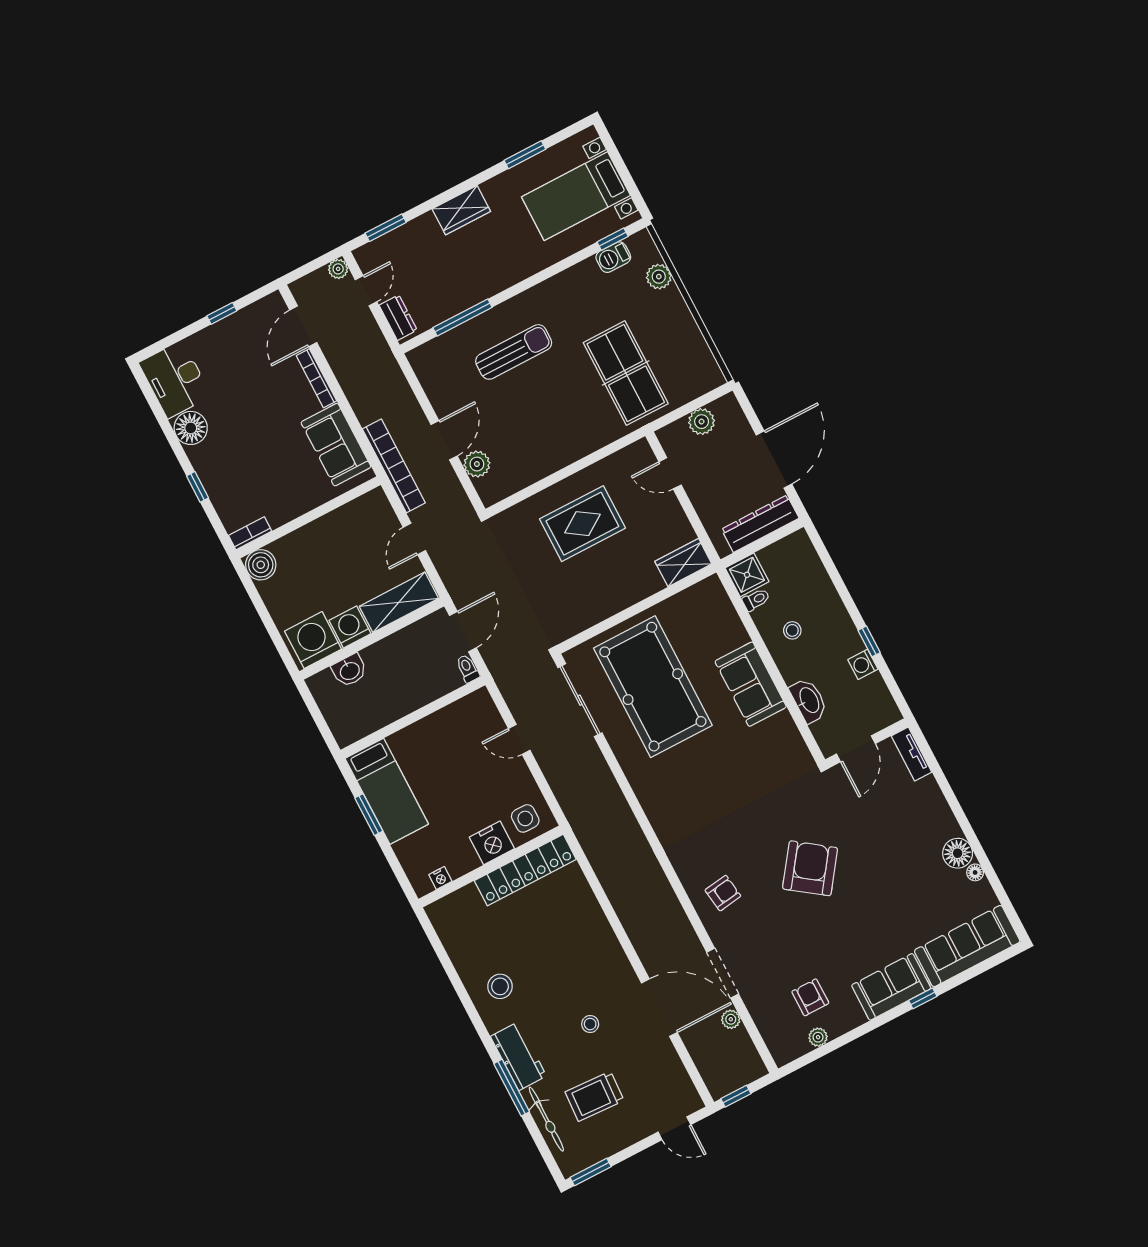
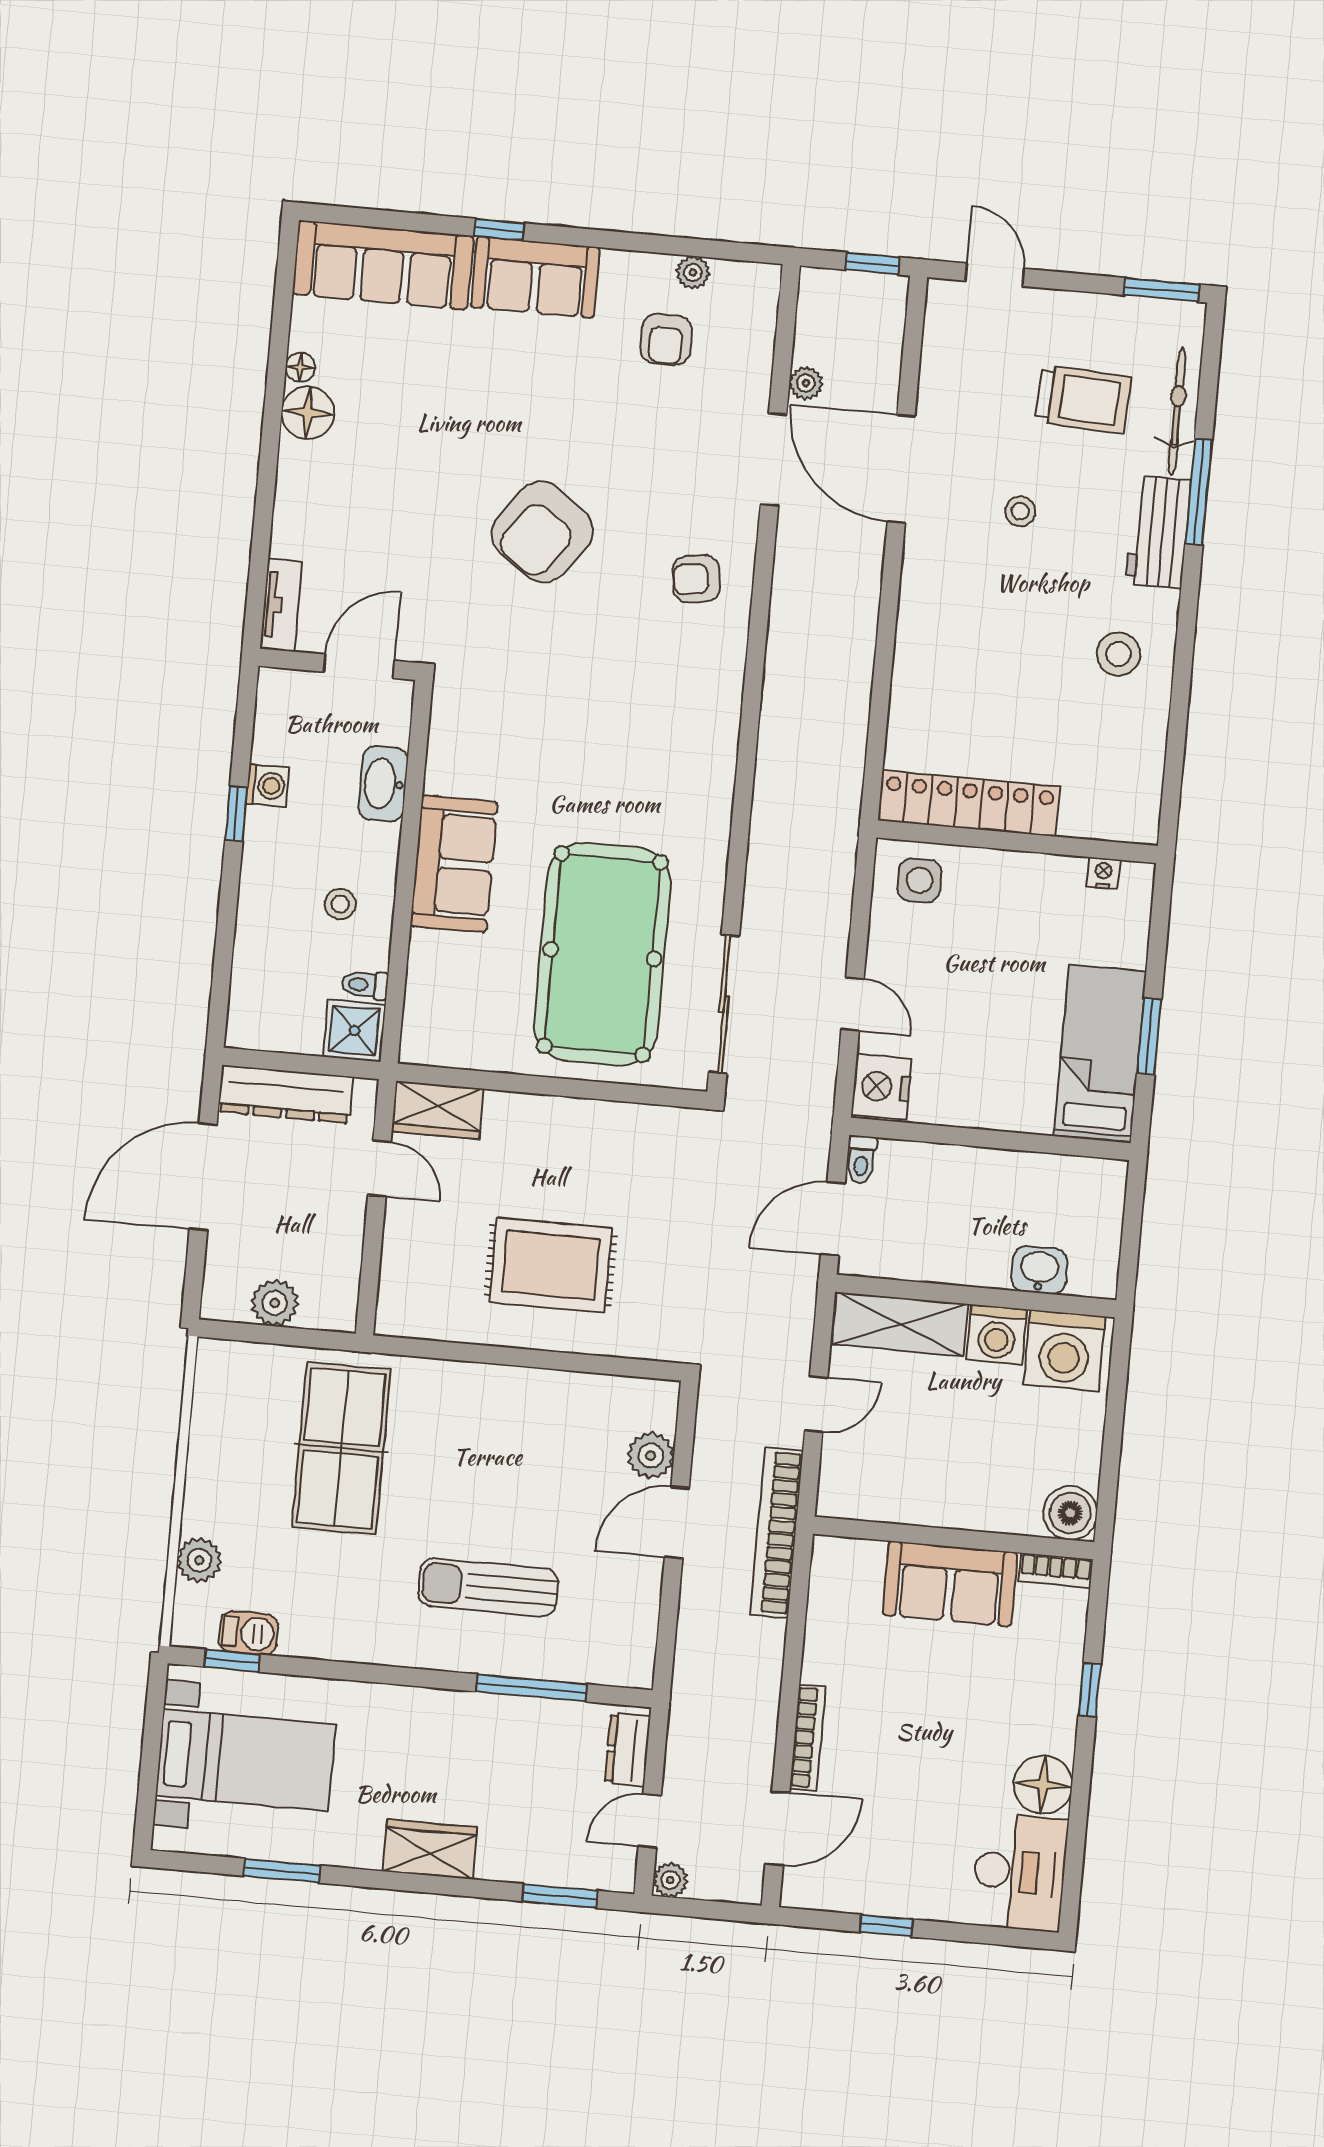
sofa: (336, 445) -> (950, 1584), moved, turned 90
door: (670, 473) -> (379, 1168), moved
nightstand: (492, 843) -> (881, 1087), moved, turned -90

